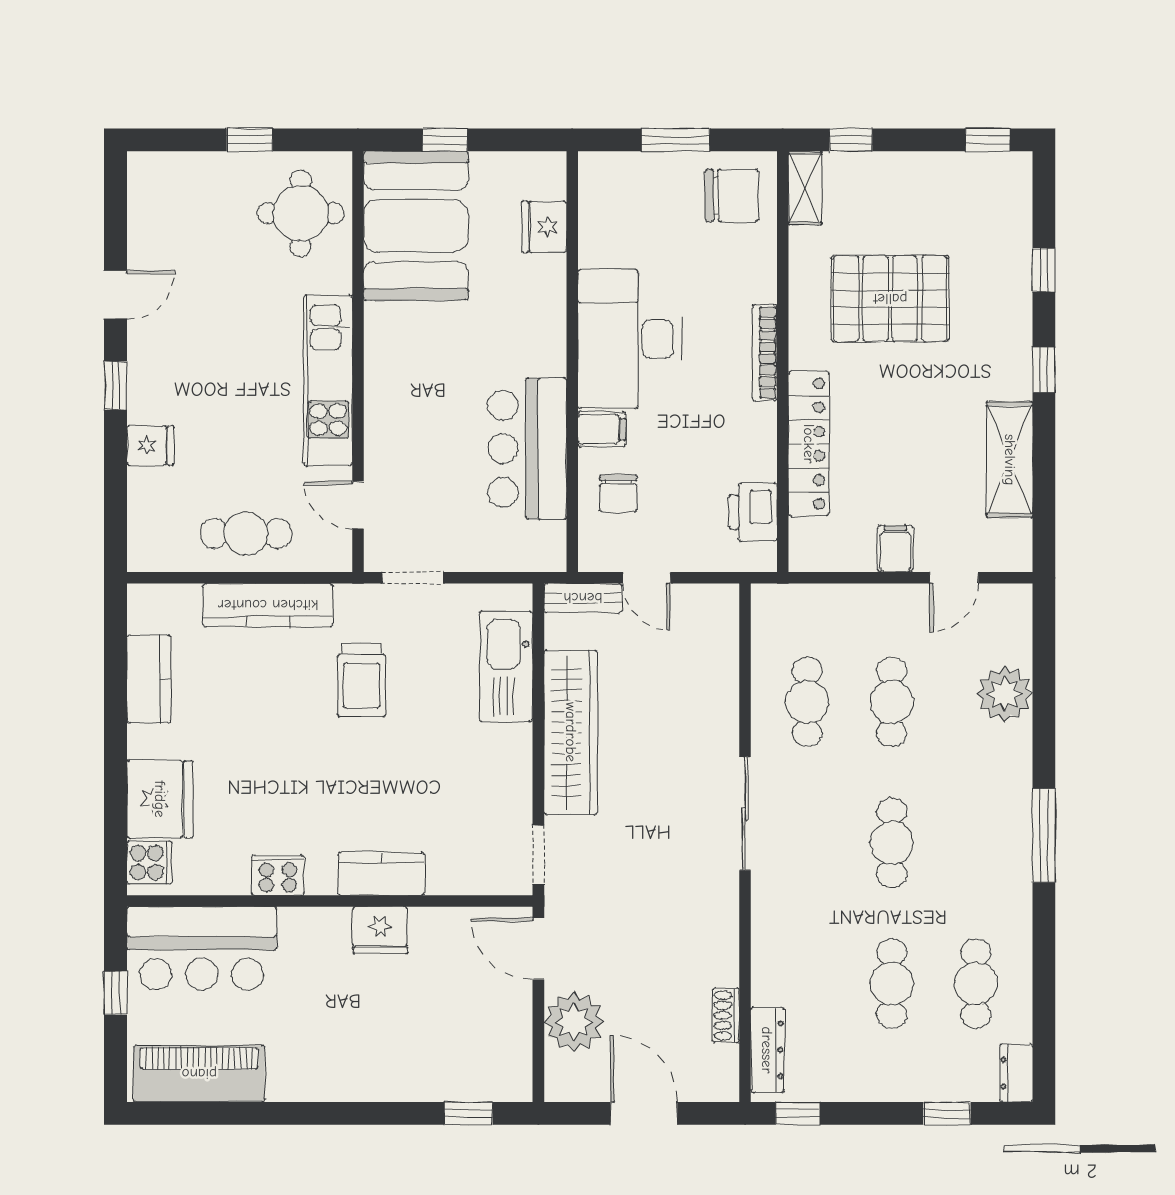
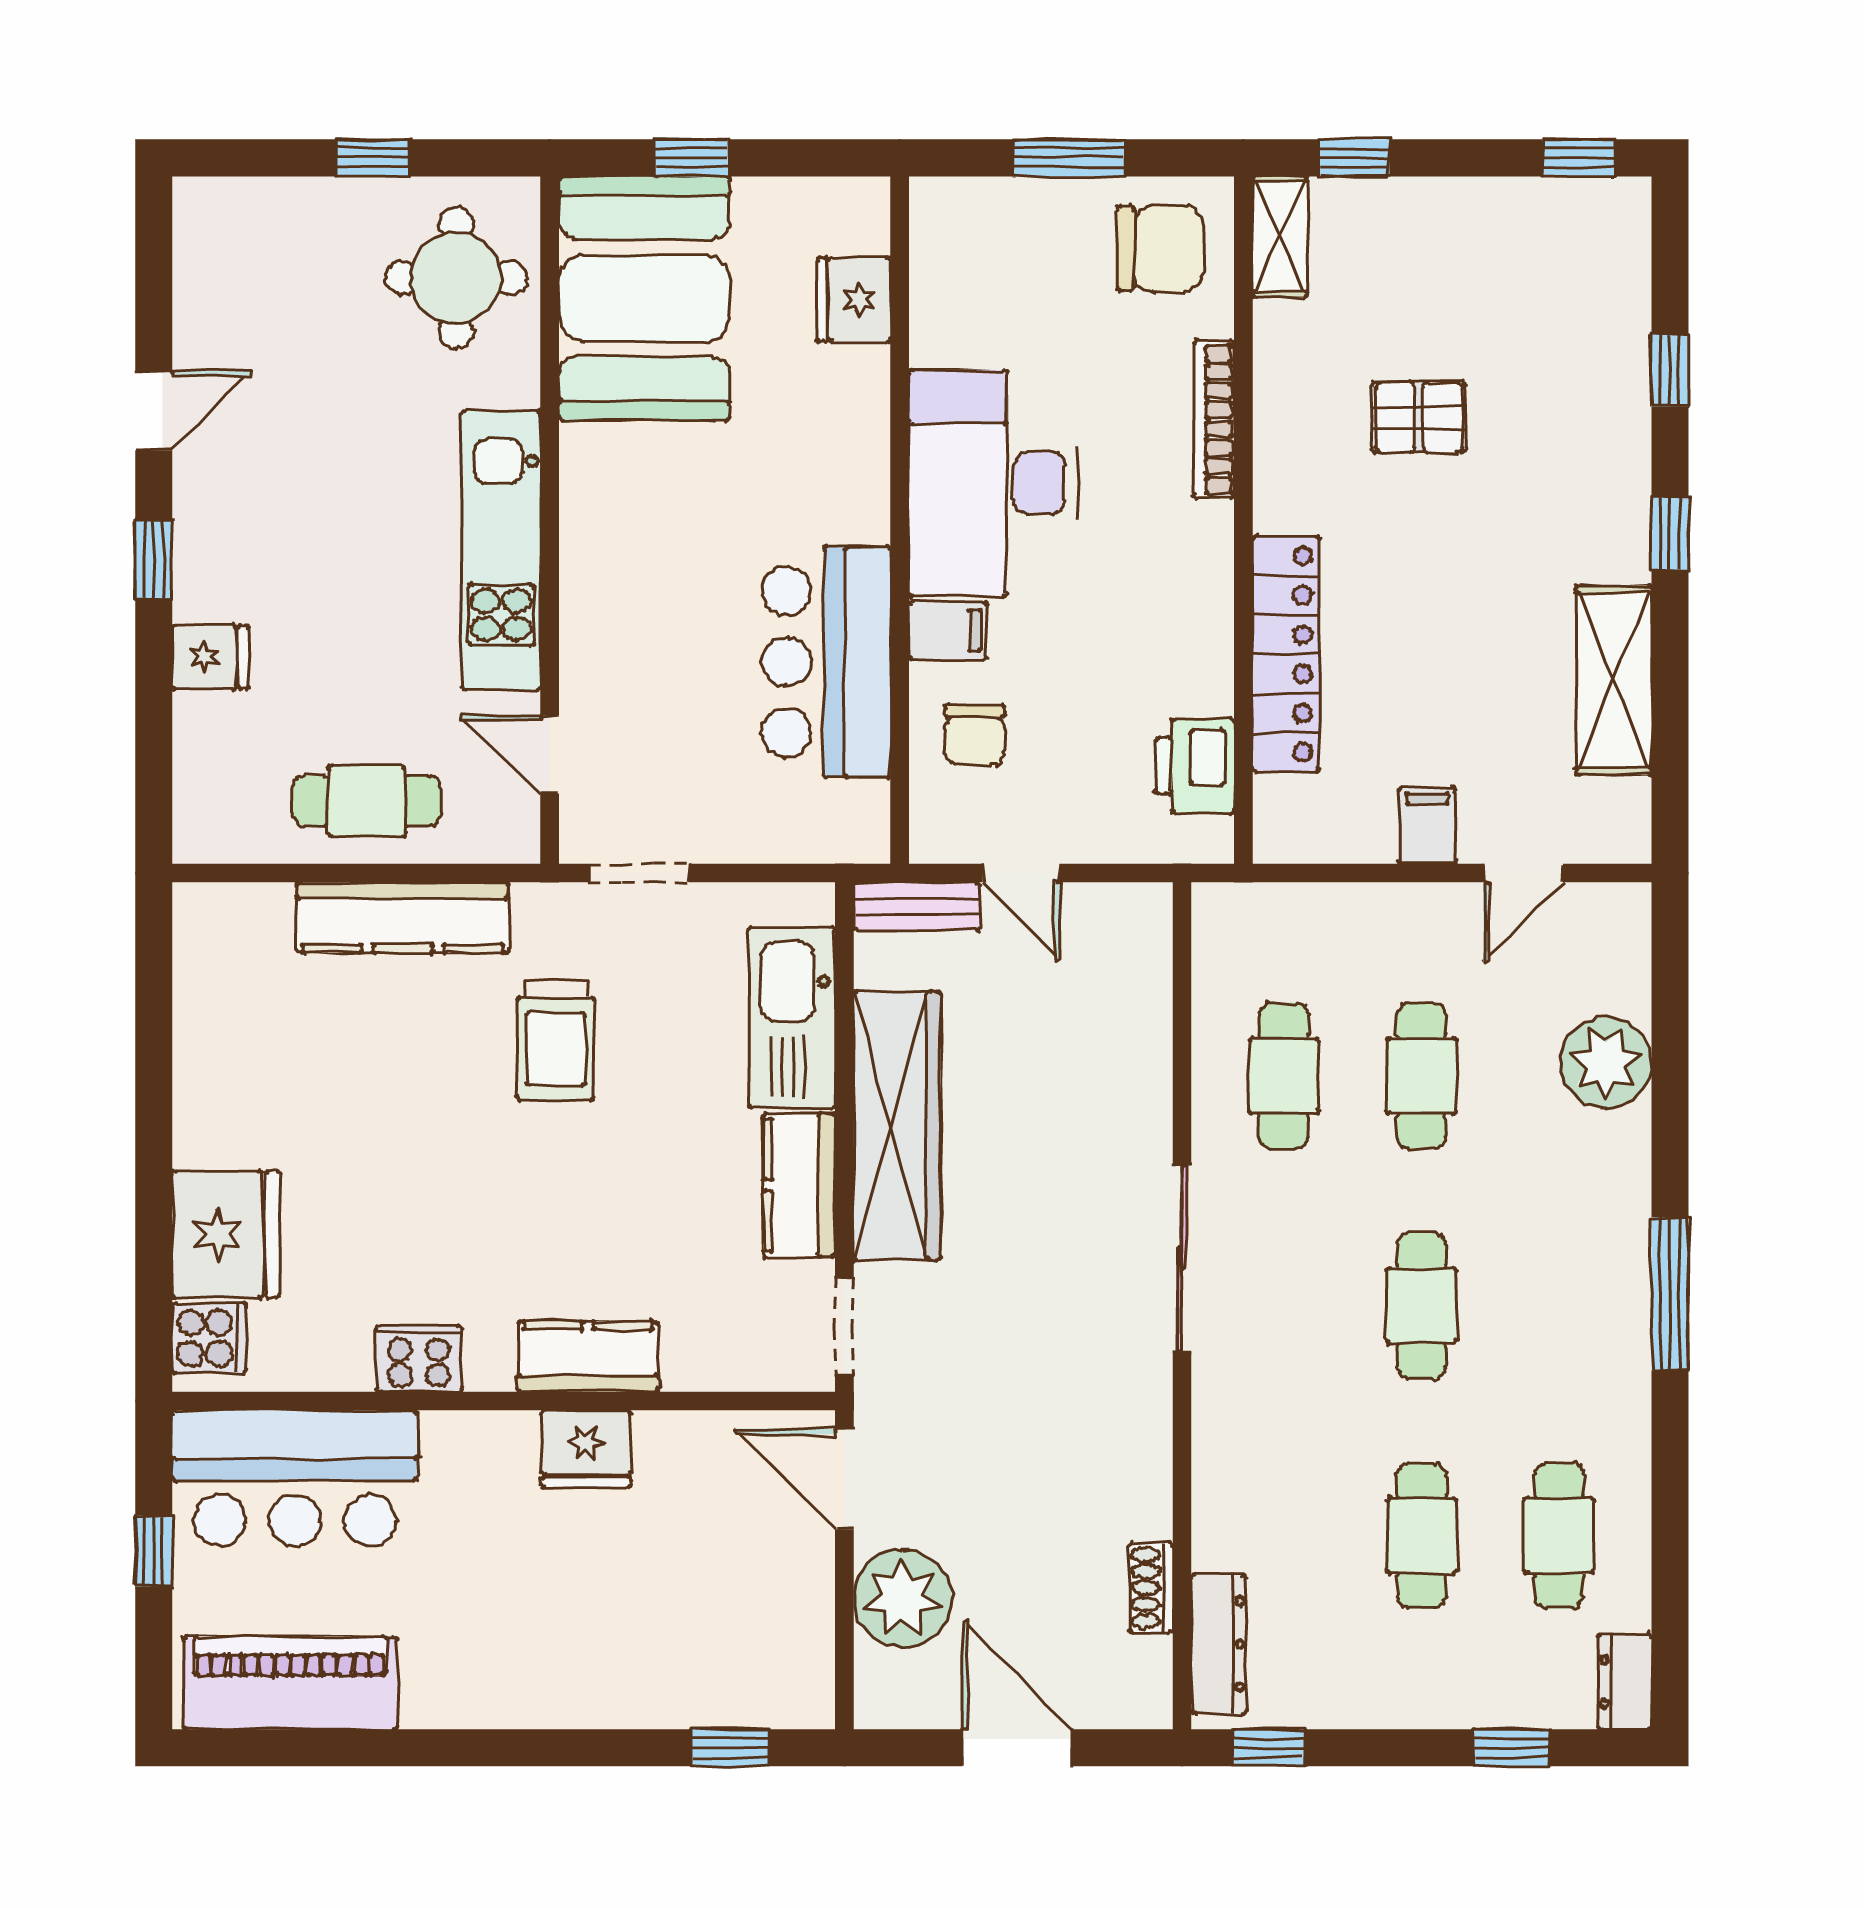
pallet: (890, 299) -> (1419, 417), width x0.49, depth x0.50
bookcase: (765, 353) -> (1214, 419), moved
kitchen counter: (149, 679) -> (799, 1185), moved, turned 180

